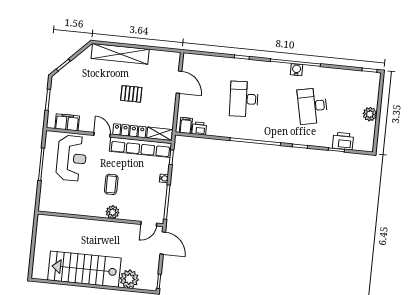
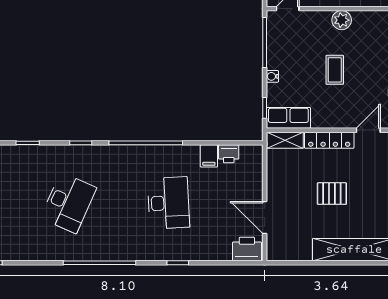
water cooler: (296, 70) -> (97, 253), removed
desk: (312, 106) -> (68, 203), turned 36
filing cabinet: (186, 125) -> (209, 156), moved
door: (102, 135) -> (368, 130), swing flipped
printer: (343, 141) -> (247, 249), moved, turned 180
row of seats: (141, 147) -> (288, 118), width x0.50
coffee table: (111, 184) -> (335, 70), moved

